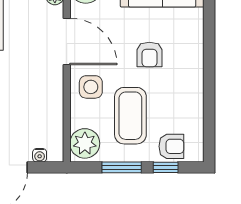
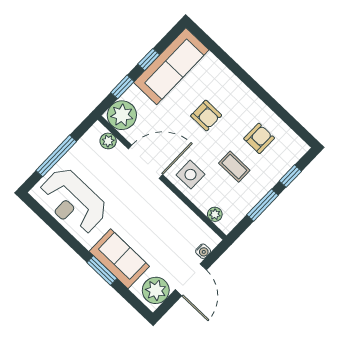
coffee table: (130, 116) -> (234, 167), width x0.54, depth x0.58
plant: (85, 143) -> (215, 214), width x0.53, depth x0.53
armchair: (171, 146) -> (259, 138), moved

